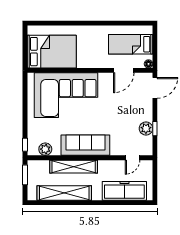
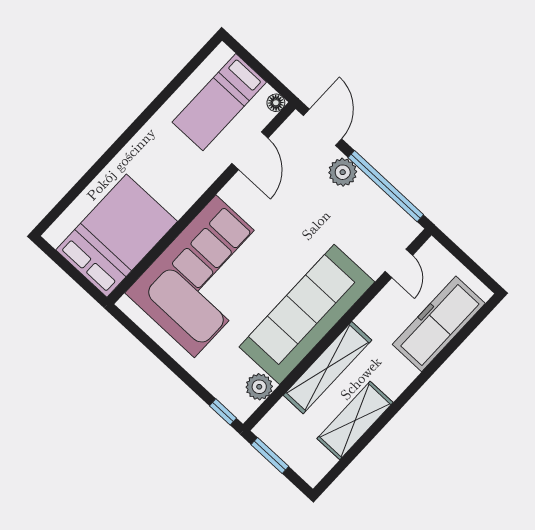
plant: (146, 129) -> (343, 172), moved
window: (155, 129) -> (386, 186), width x3.17
sofa: (85, 145) -> (307, 314), width x1.36, depth x1.27
shelving: (64, 193) -> (355, 420), width x0.68

